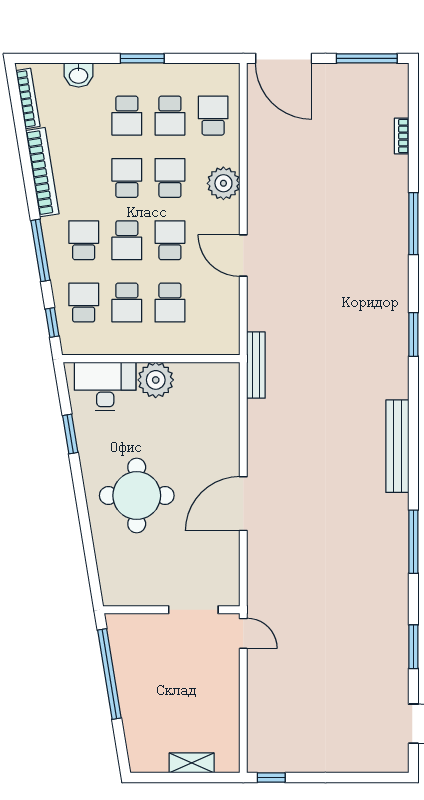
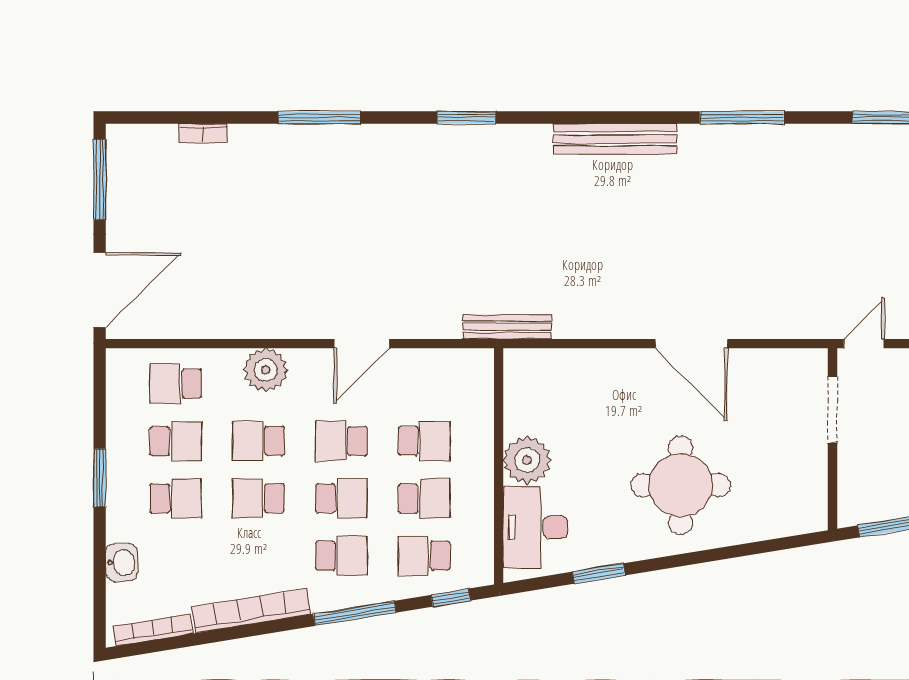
school desk: (84, 240) -> (341, 556), turned 180

